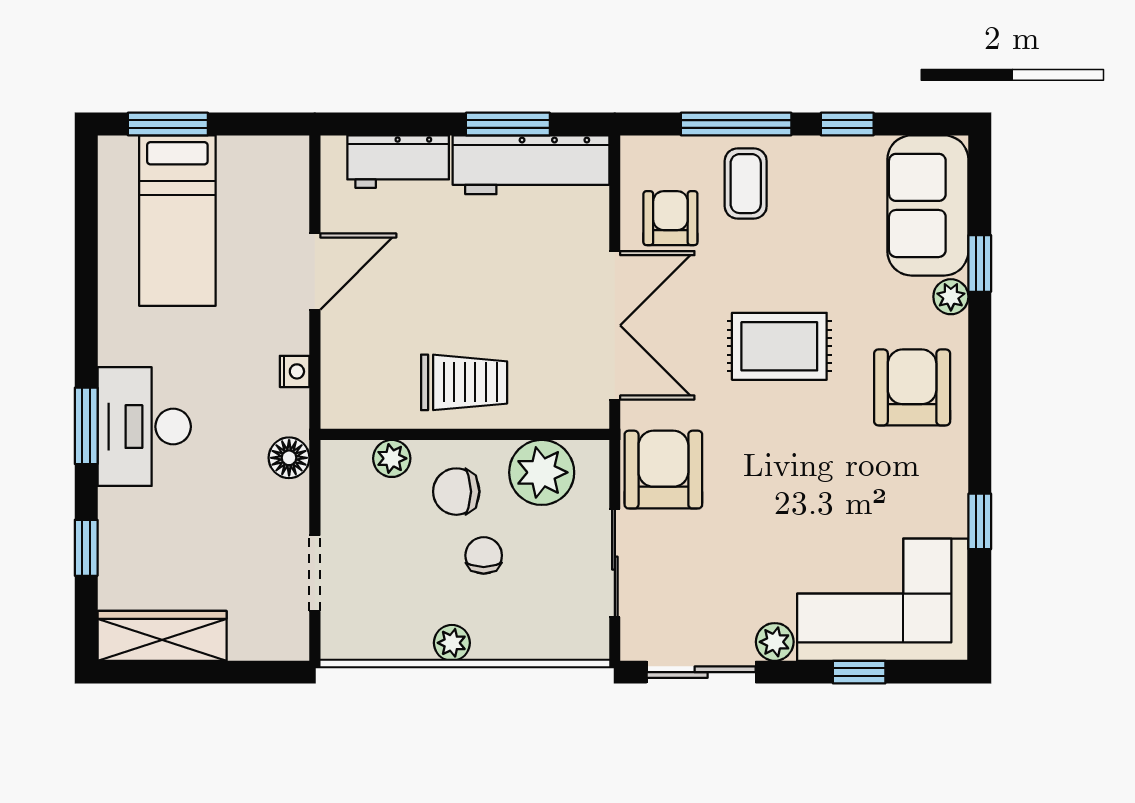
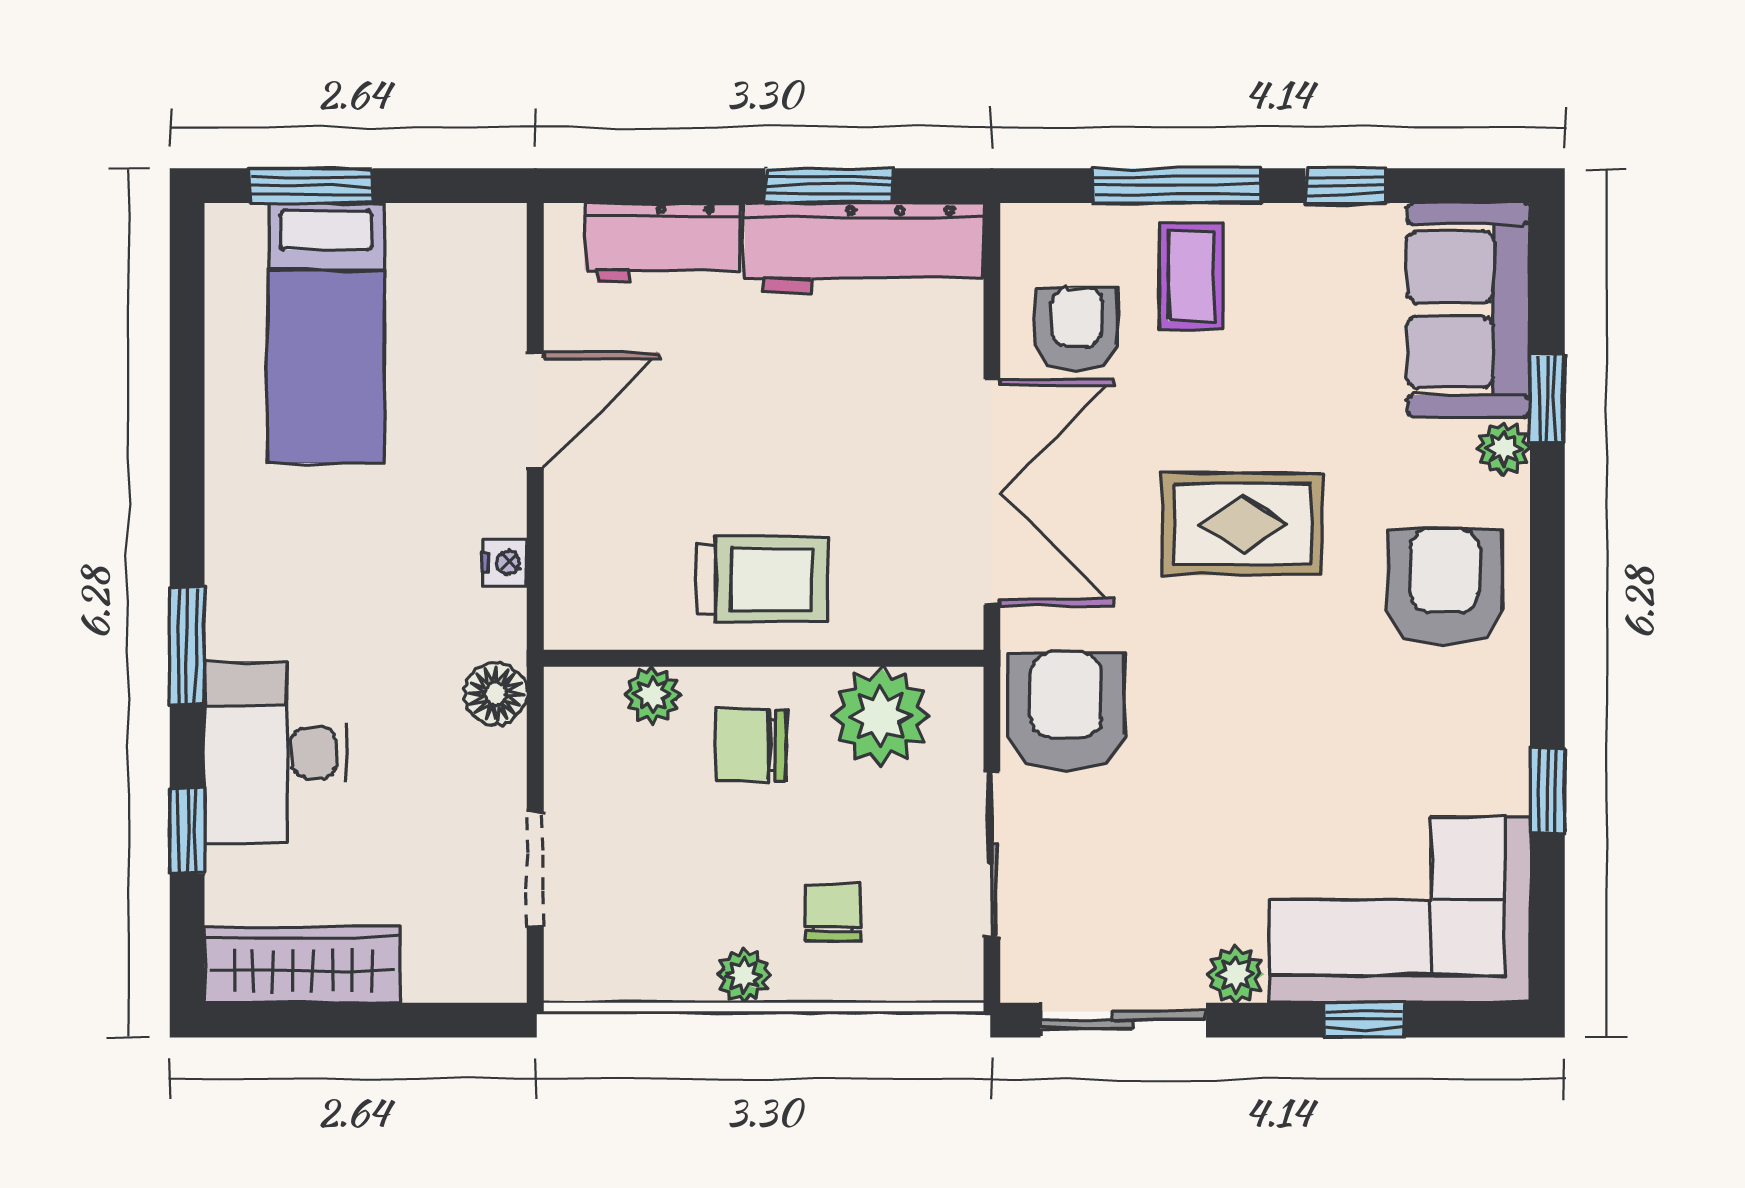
desk: (144, 427) -> (276, 753), moved
chair: (484, 555) -> (833, 912), moved

